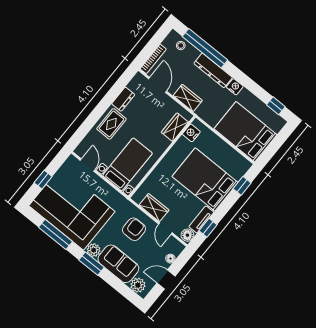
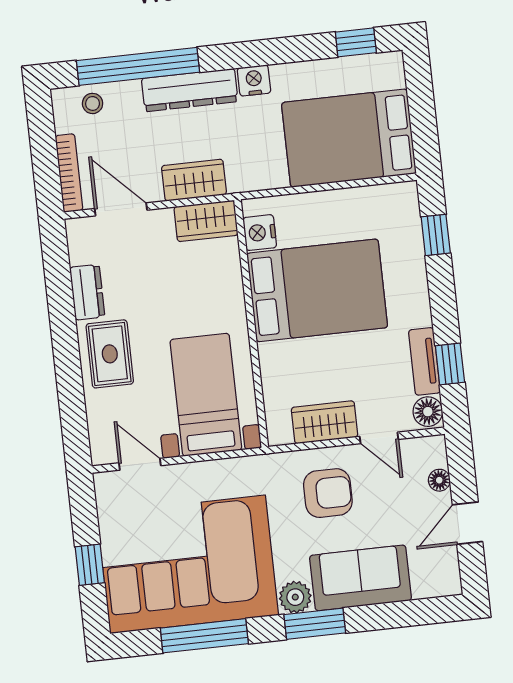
wardrobe: (175, 127) -> (206, 221), moved, turned -90
bed: (205, 179) -> (317, 290), moved, turned 180
armchair: (134, 229) -> (328, 493), turned 90
plant: (138, 285) -> (430, 581), removed

